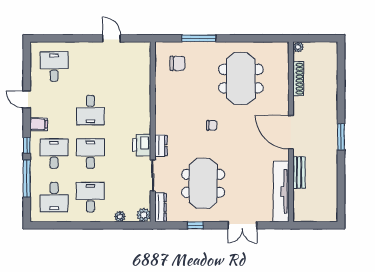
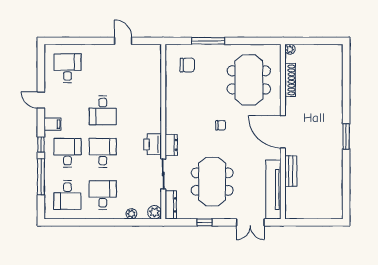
plant: (298, 47) -> (290, 49), moved
shoe rack: (298, 79) -> (290, 80), moved
door: (291, 132) -> (283, 132), moved
wall: (291, 132) -> (283, 132), moved
bench: (299, 173) -> (291, 171), moved
tv unit: (281, 191) -> (273, 189), moved

